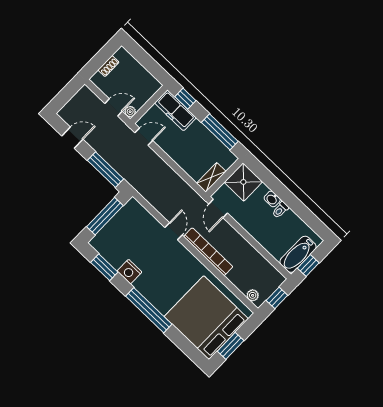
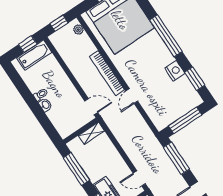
shower: (243, 182) -> (66, 124), removed
door: (218, 208) -> (91, 107), hinge flipped

